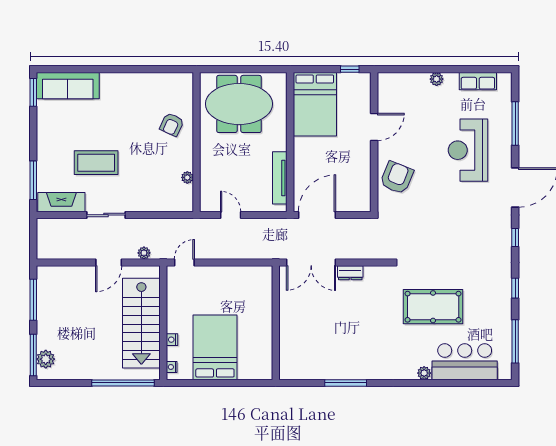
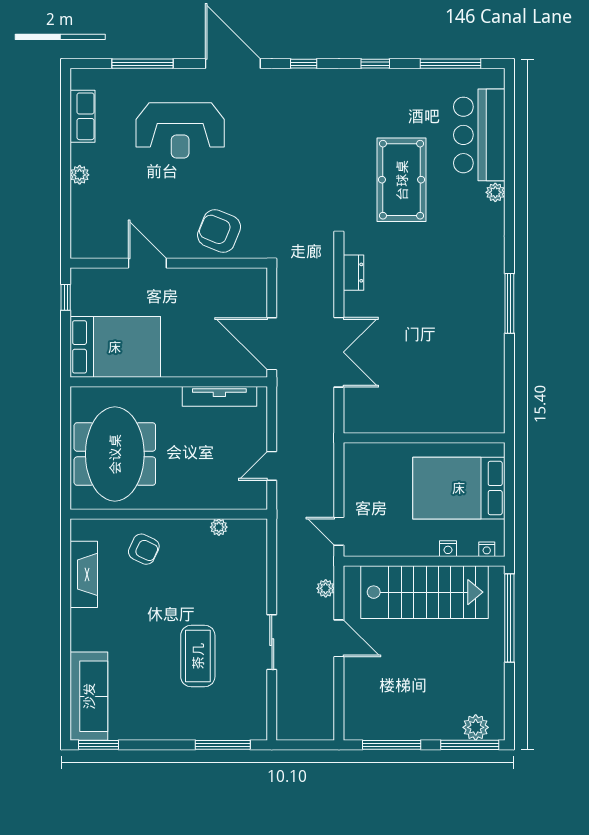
fireplace: (61, 202) -> (84, 574), moved, turned 180
dresser: (350, 273) -> (353, 273), moved
wall: (276, 323) -> (424, 438), moved

